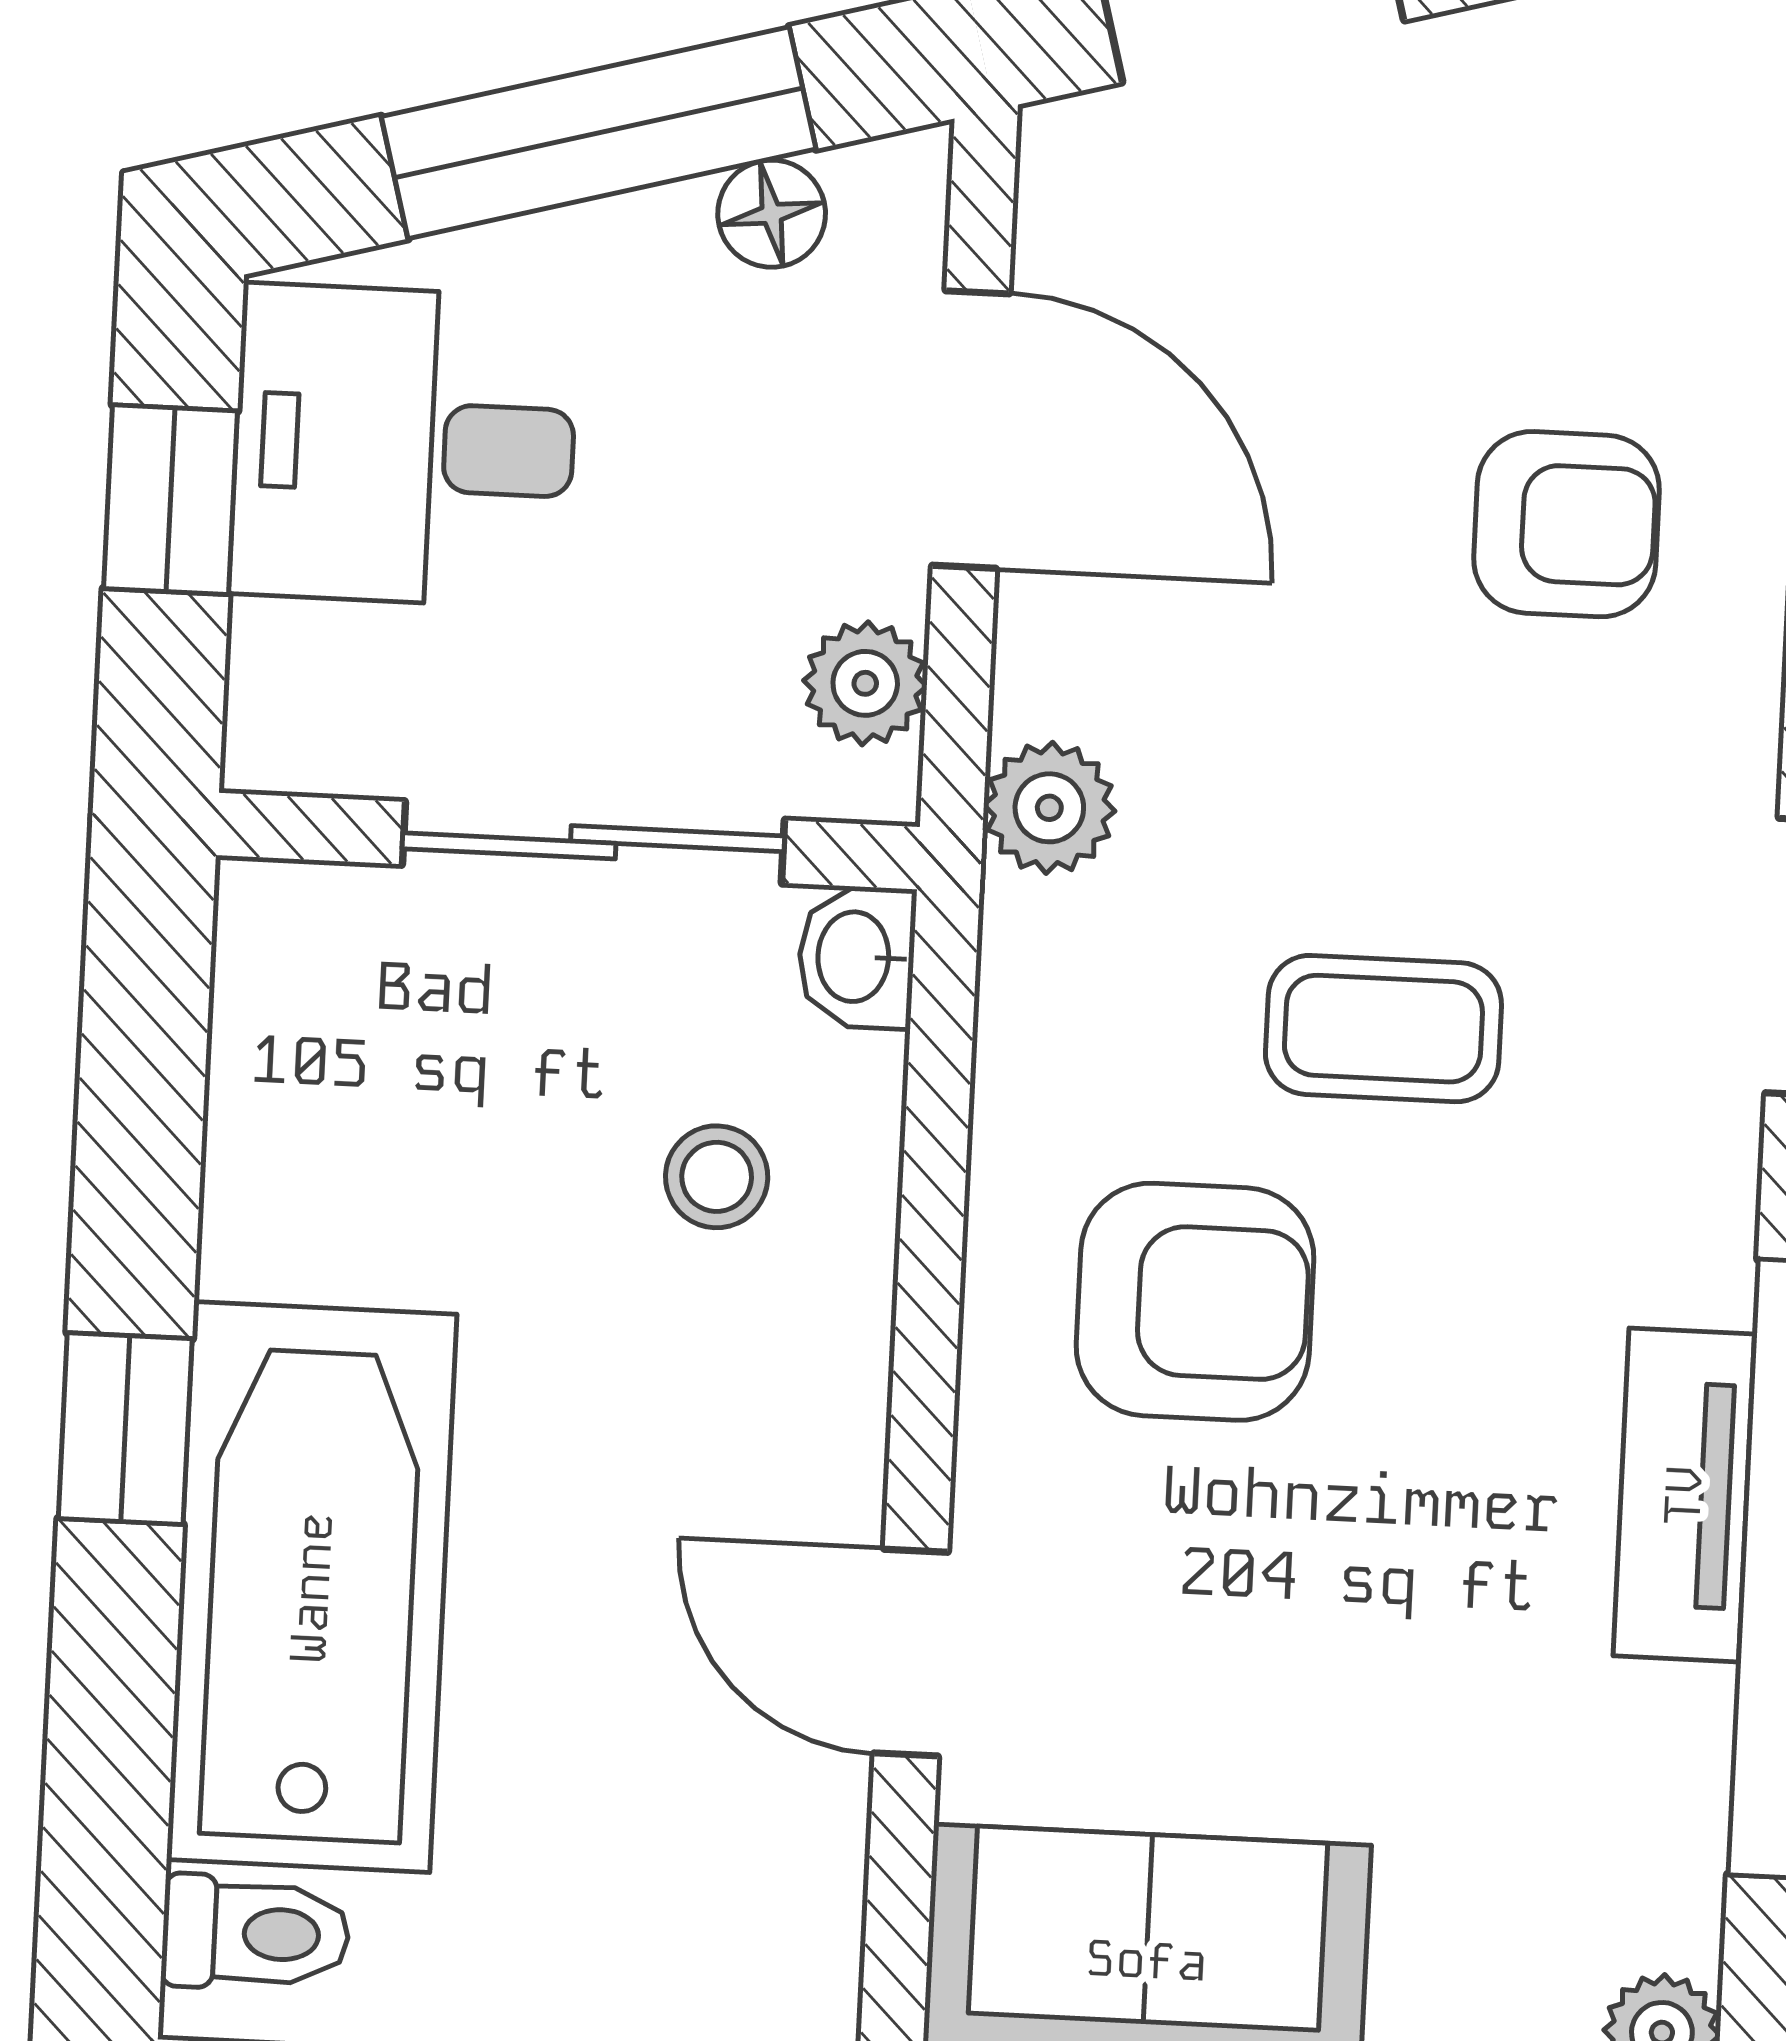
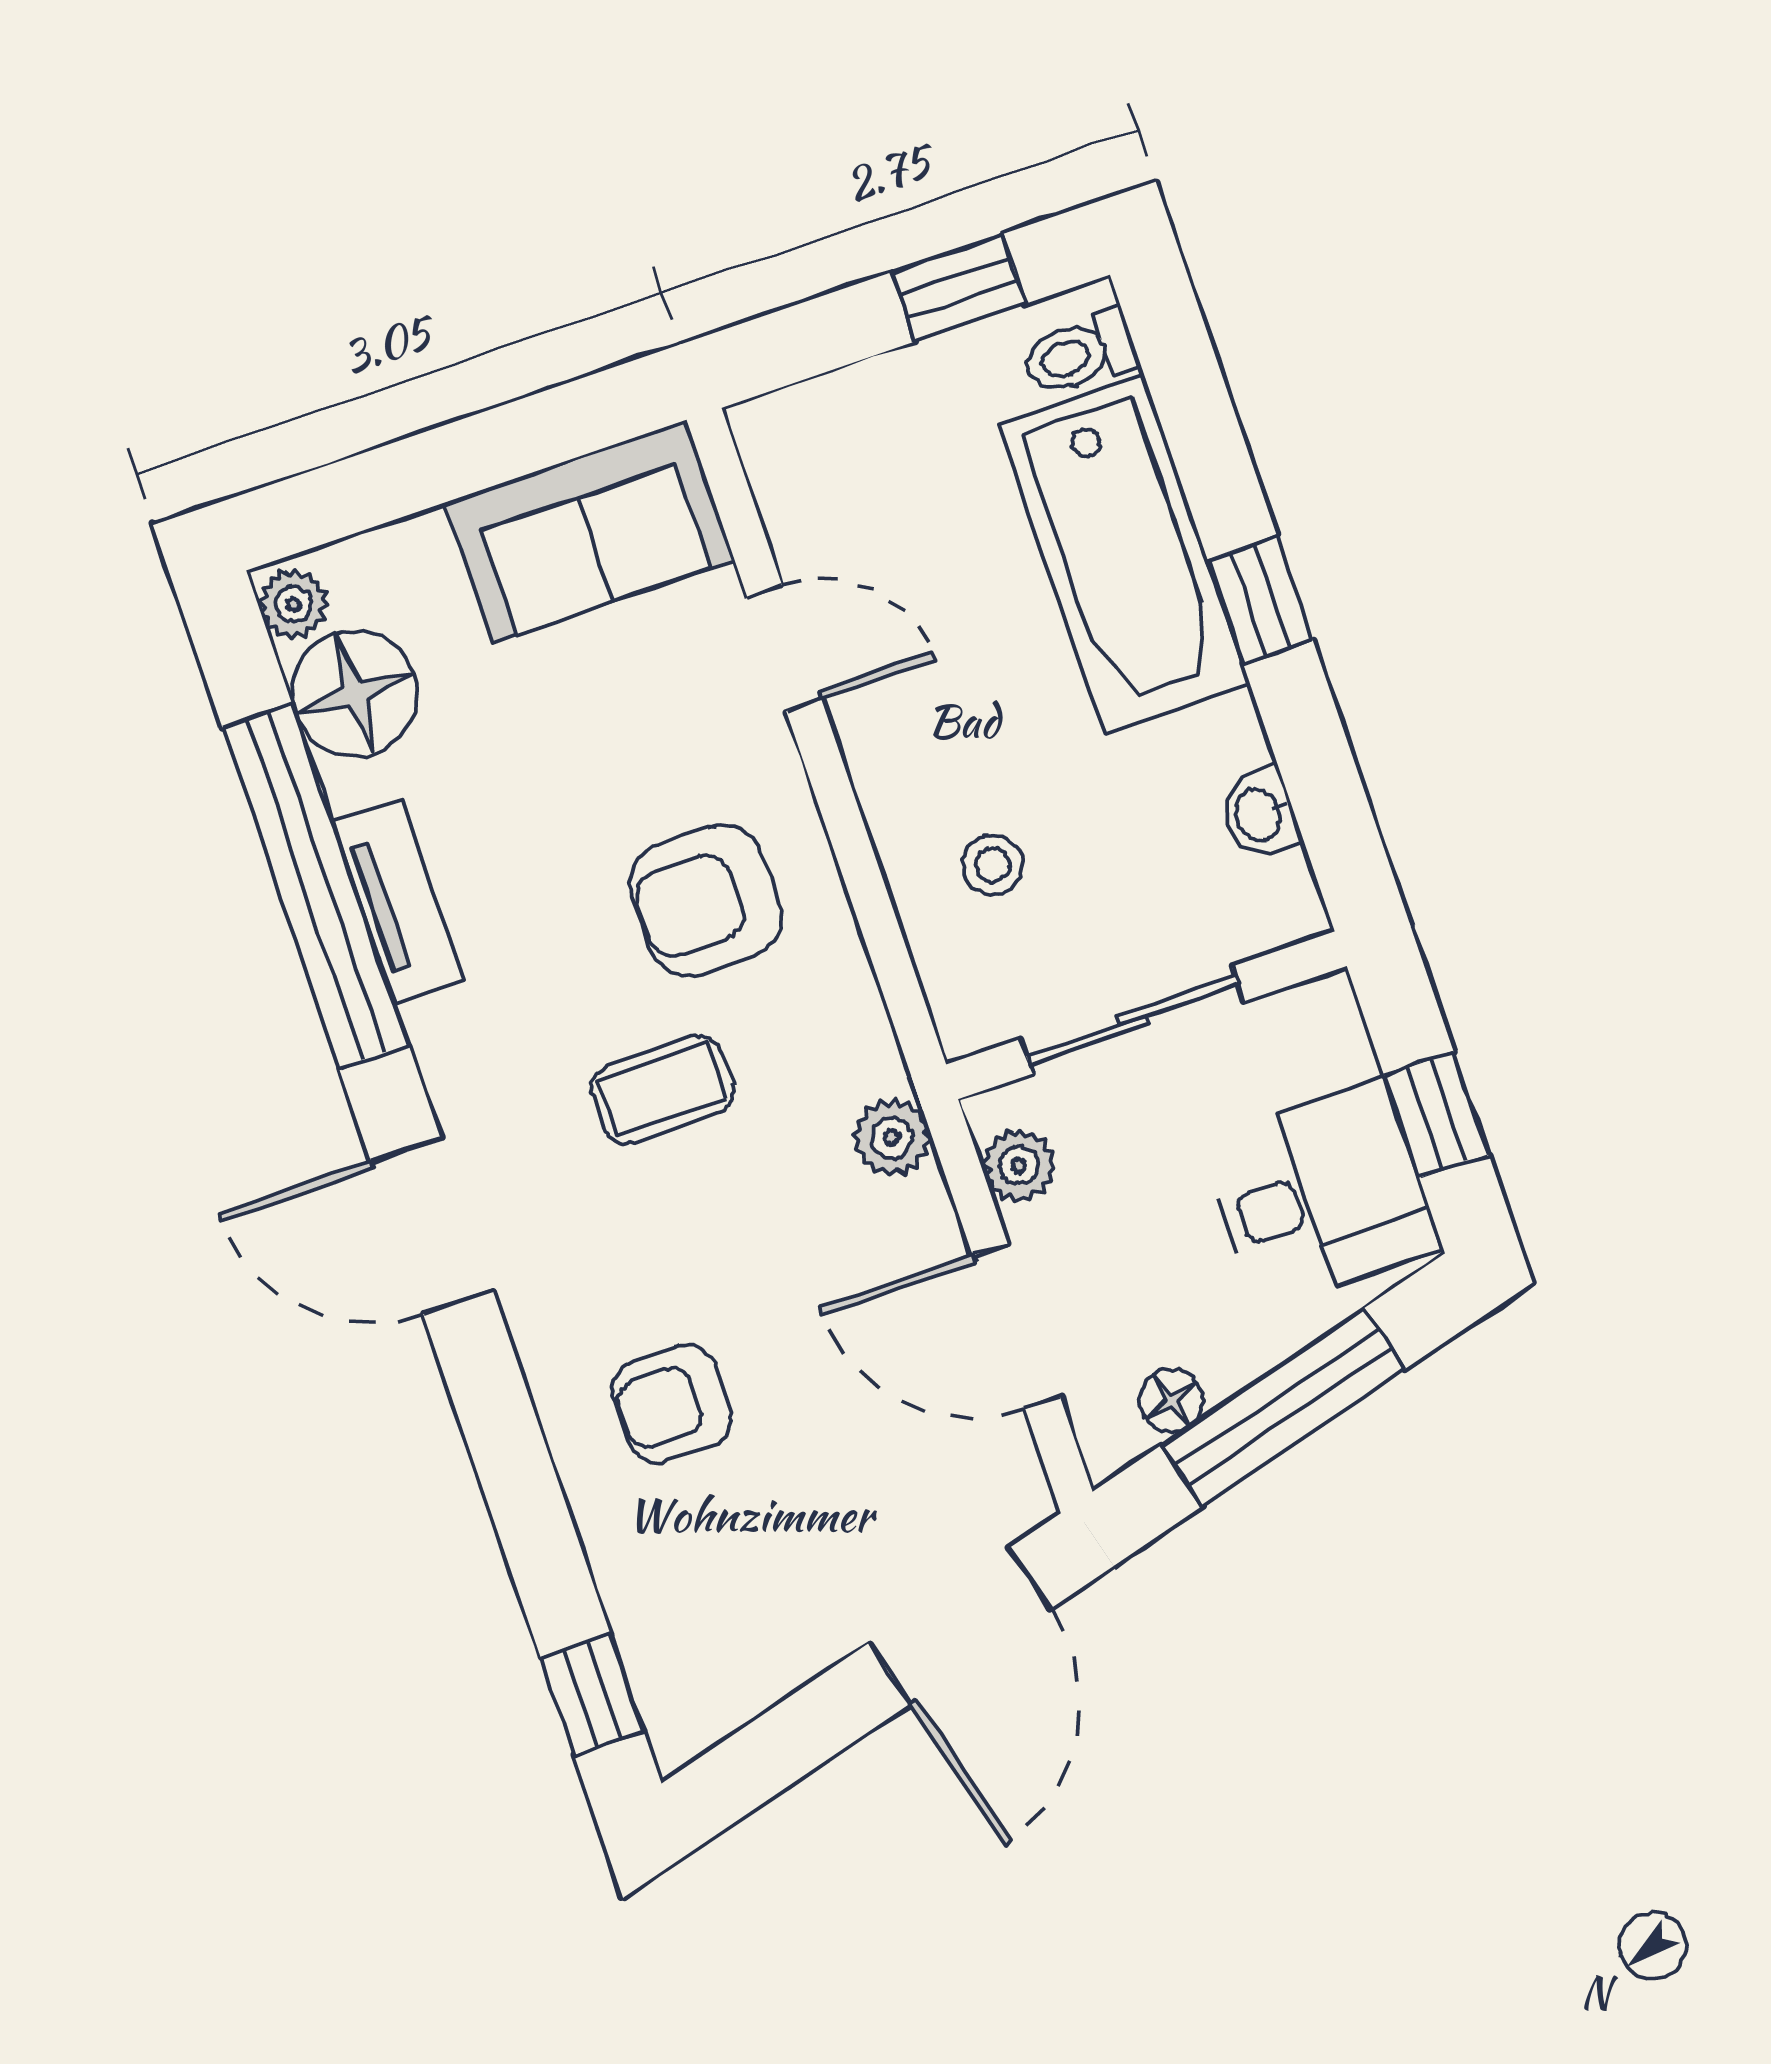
washbasin: (857, 957) -> (1260, 814), moved, turned 180
floor lamp: (1622, 1852) -> (355, 693), added

